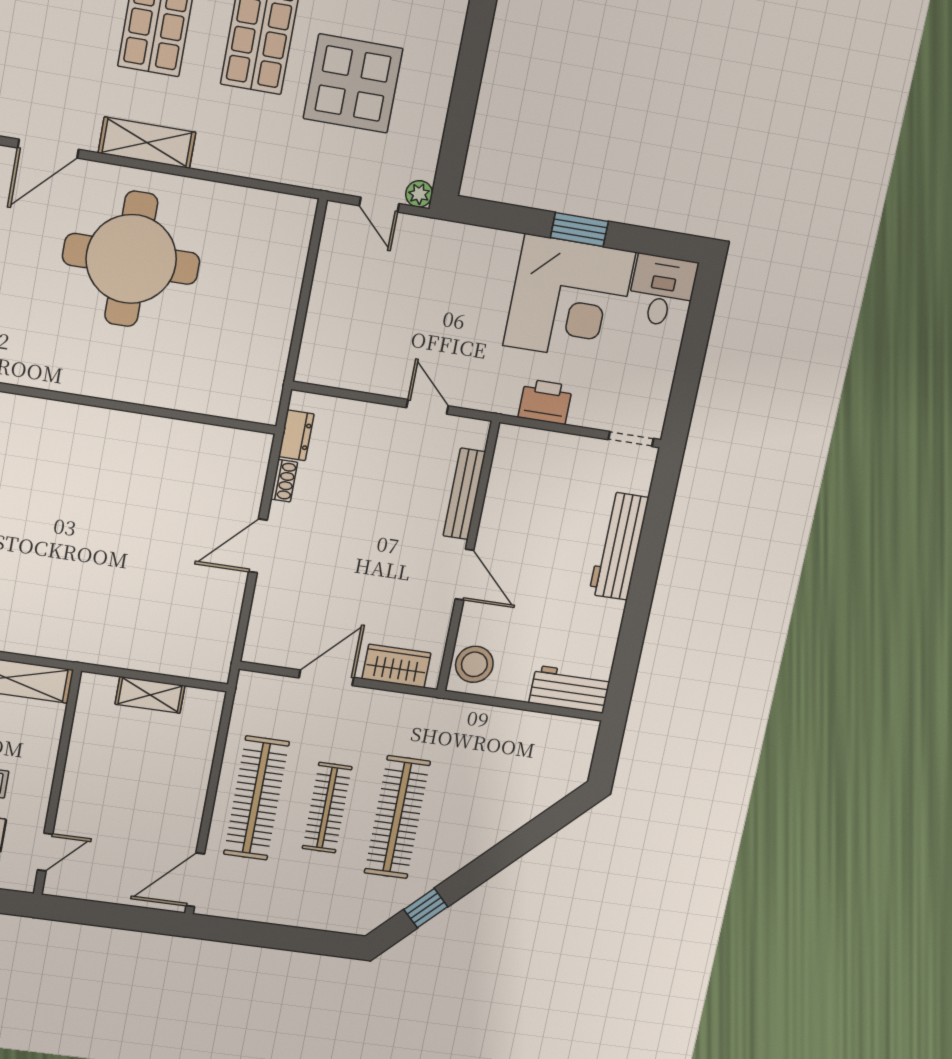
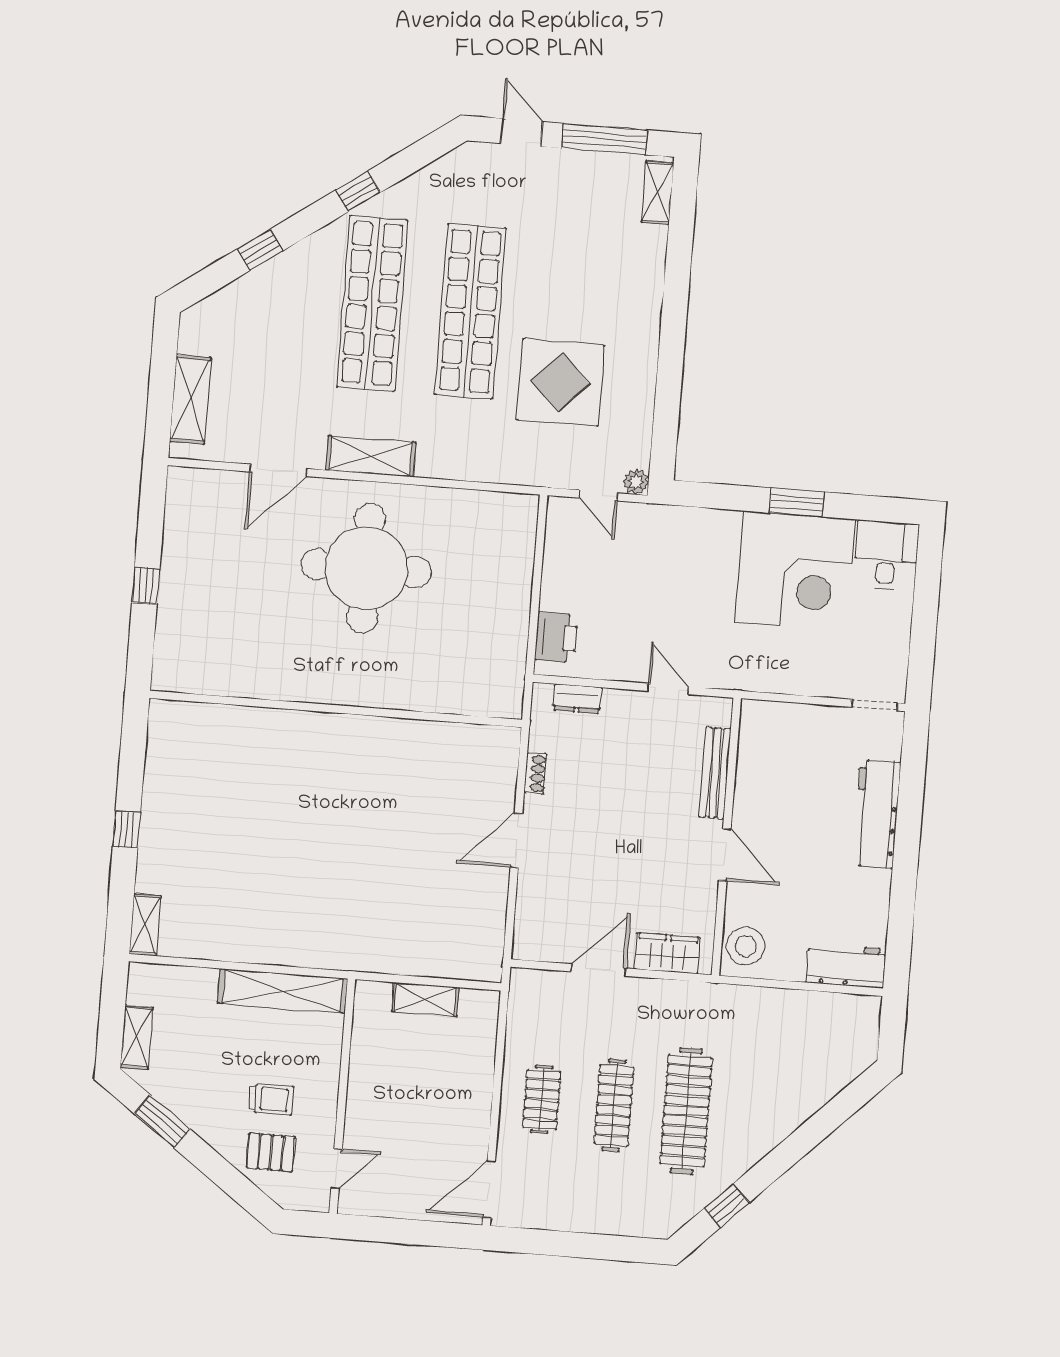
printer: (545, 402) -> (556, 637), moved, turned 90
dresser: (296, 435) -> (577, 699), moved, turned 90
clothes rail: (256, 798) -> (542, 1099), width x0.54, depth x0.76

